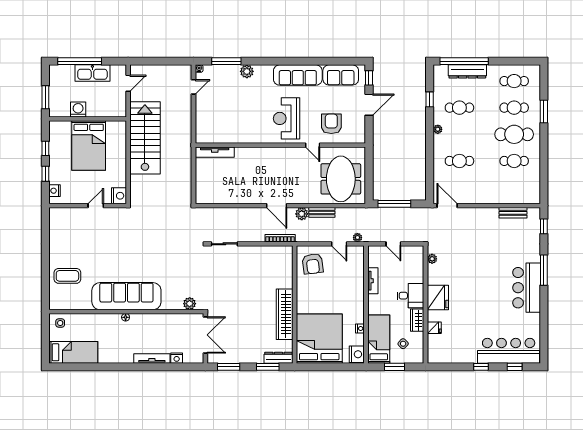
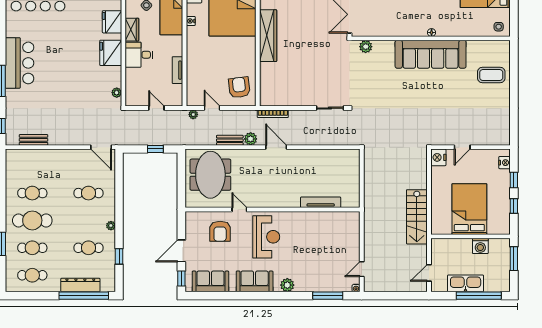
plant: (247, 71) -> (287, 285), moved
sofa: (298, 75) -> (255, 281), width x0.73
stairs: (145, 138) -> (417, 217), width x0.73, depth x0.66
tv unit: (215, 152) -> (321, 202), moved
window: (394, 204) -> (155, 149), width x0.46
fridge: (434, 328) -> (112, 22), width x1.88, depth x1.34

